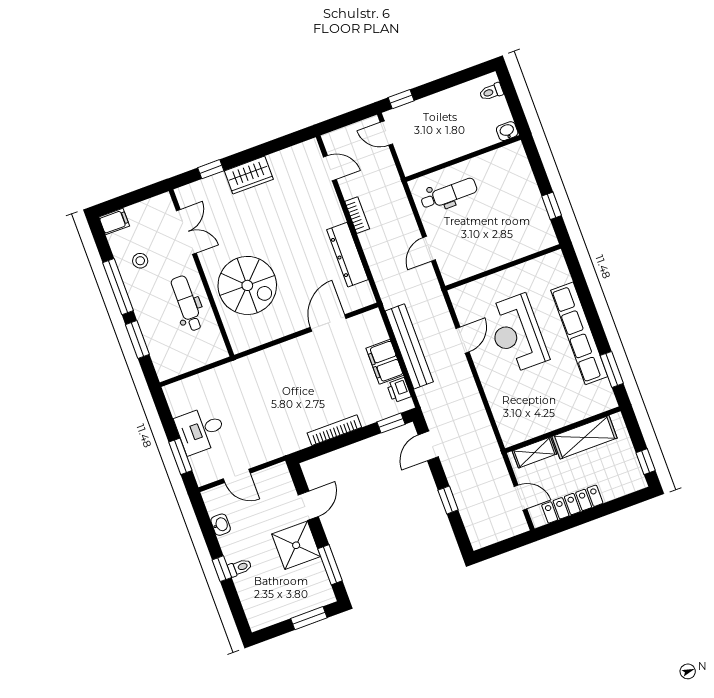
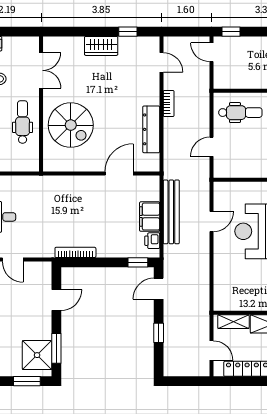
window: (211, 169) -> (128, 32), moved
bookcase: (334, 430) -> (75, 252), moved
shower: (296, 545) -> (37, 355), moved

